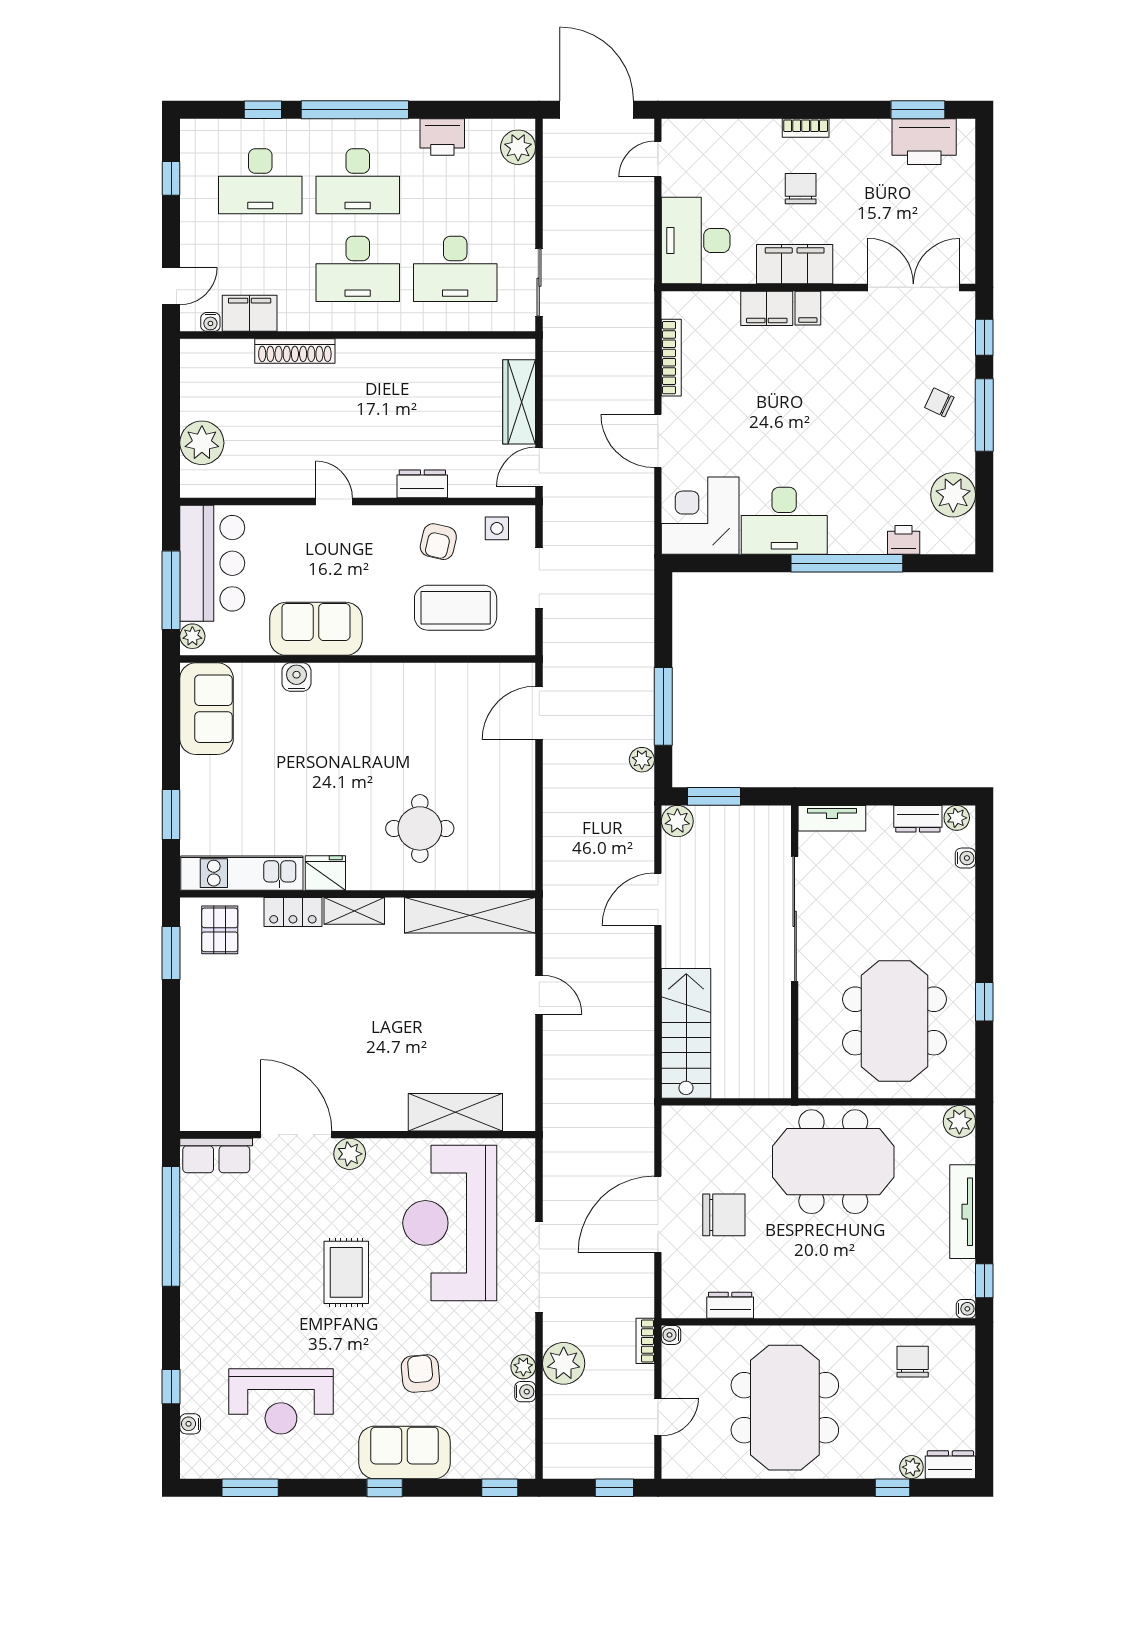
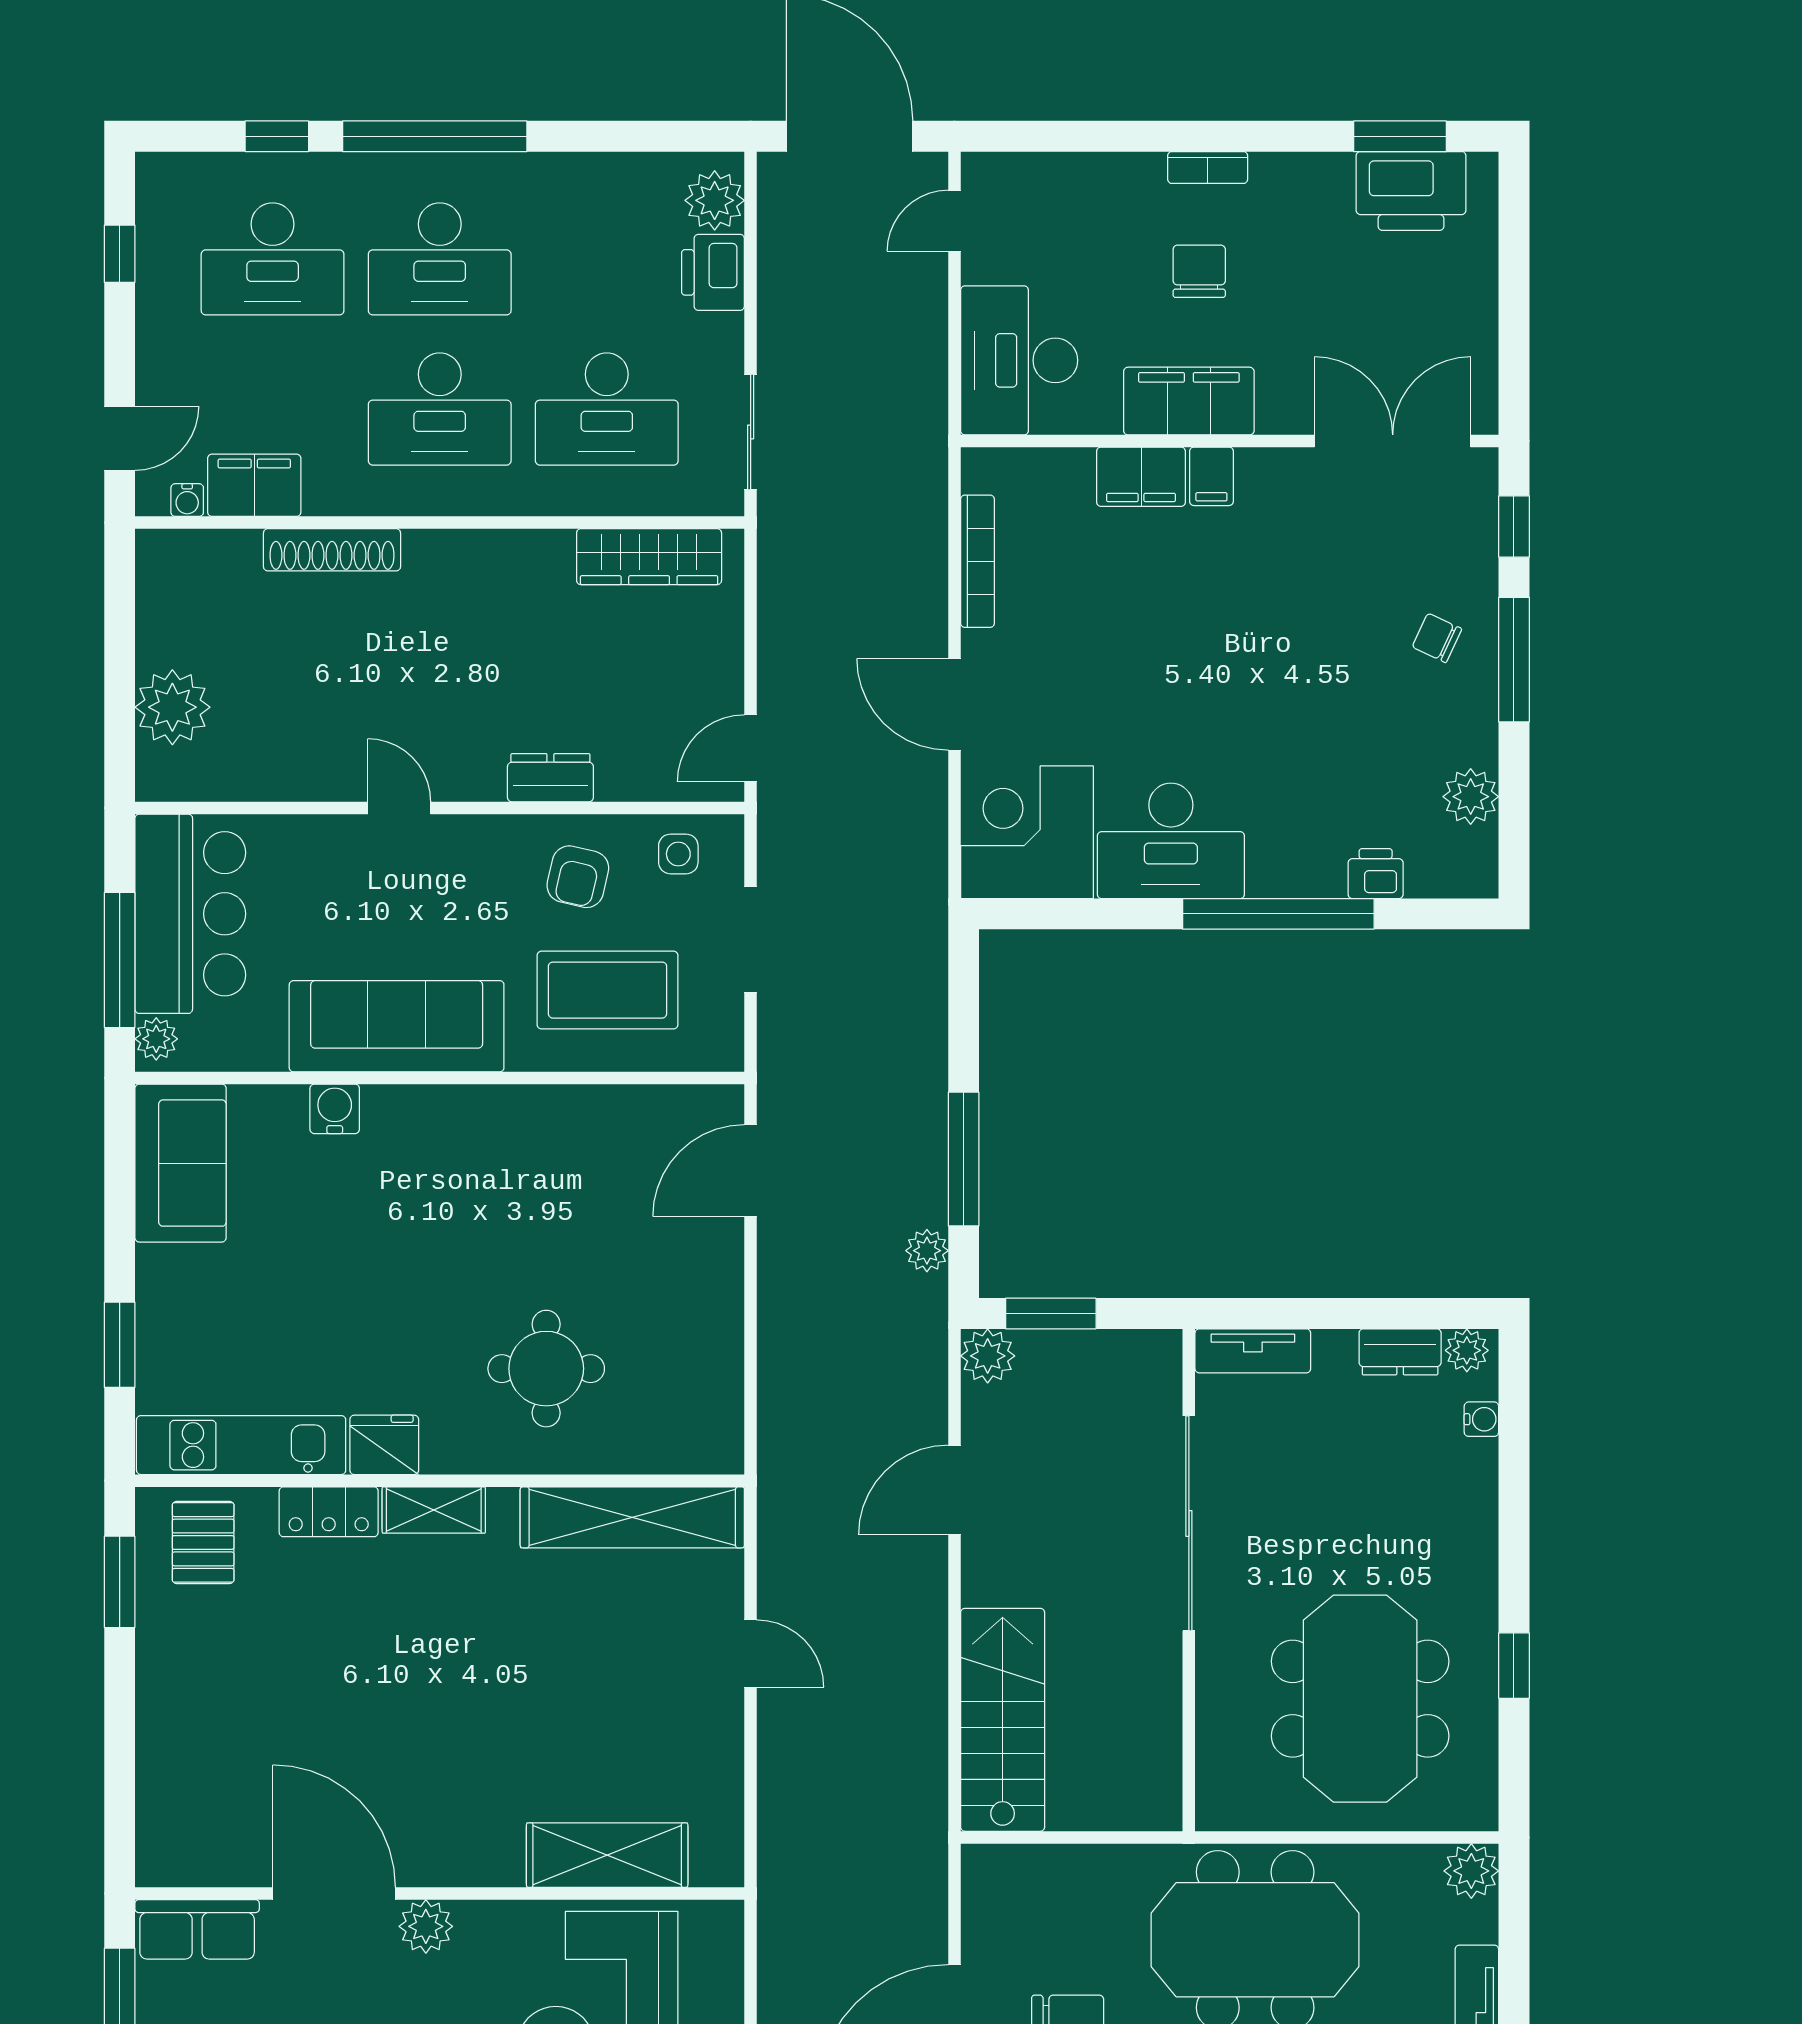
printer: (442, 137) -> (713, 272), moved, turned 90
wardrobe: (519, 402) -> (649, 557), moved, turned -90
plant: (953, 495) -> (1471, 797), width x0.73, depth x0.73
sofa: (316, 629) -> (397, 1026), width x1.36

